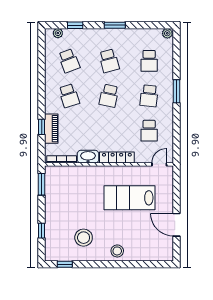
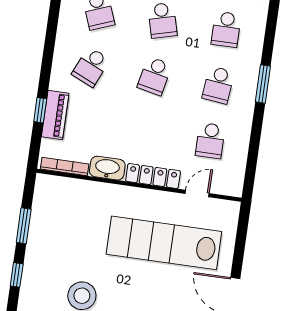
school desk: (69, 96) -> (91, 67), turned 42
door: (159, 164) -> (197, 193), moved
window: (42, 184) -> (24, 226), moved
lab bench: (130, 198) -> (164, 243), width x1.36

